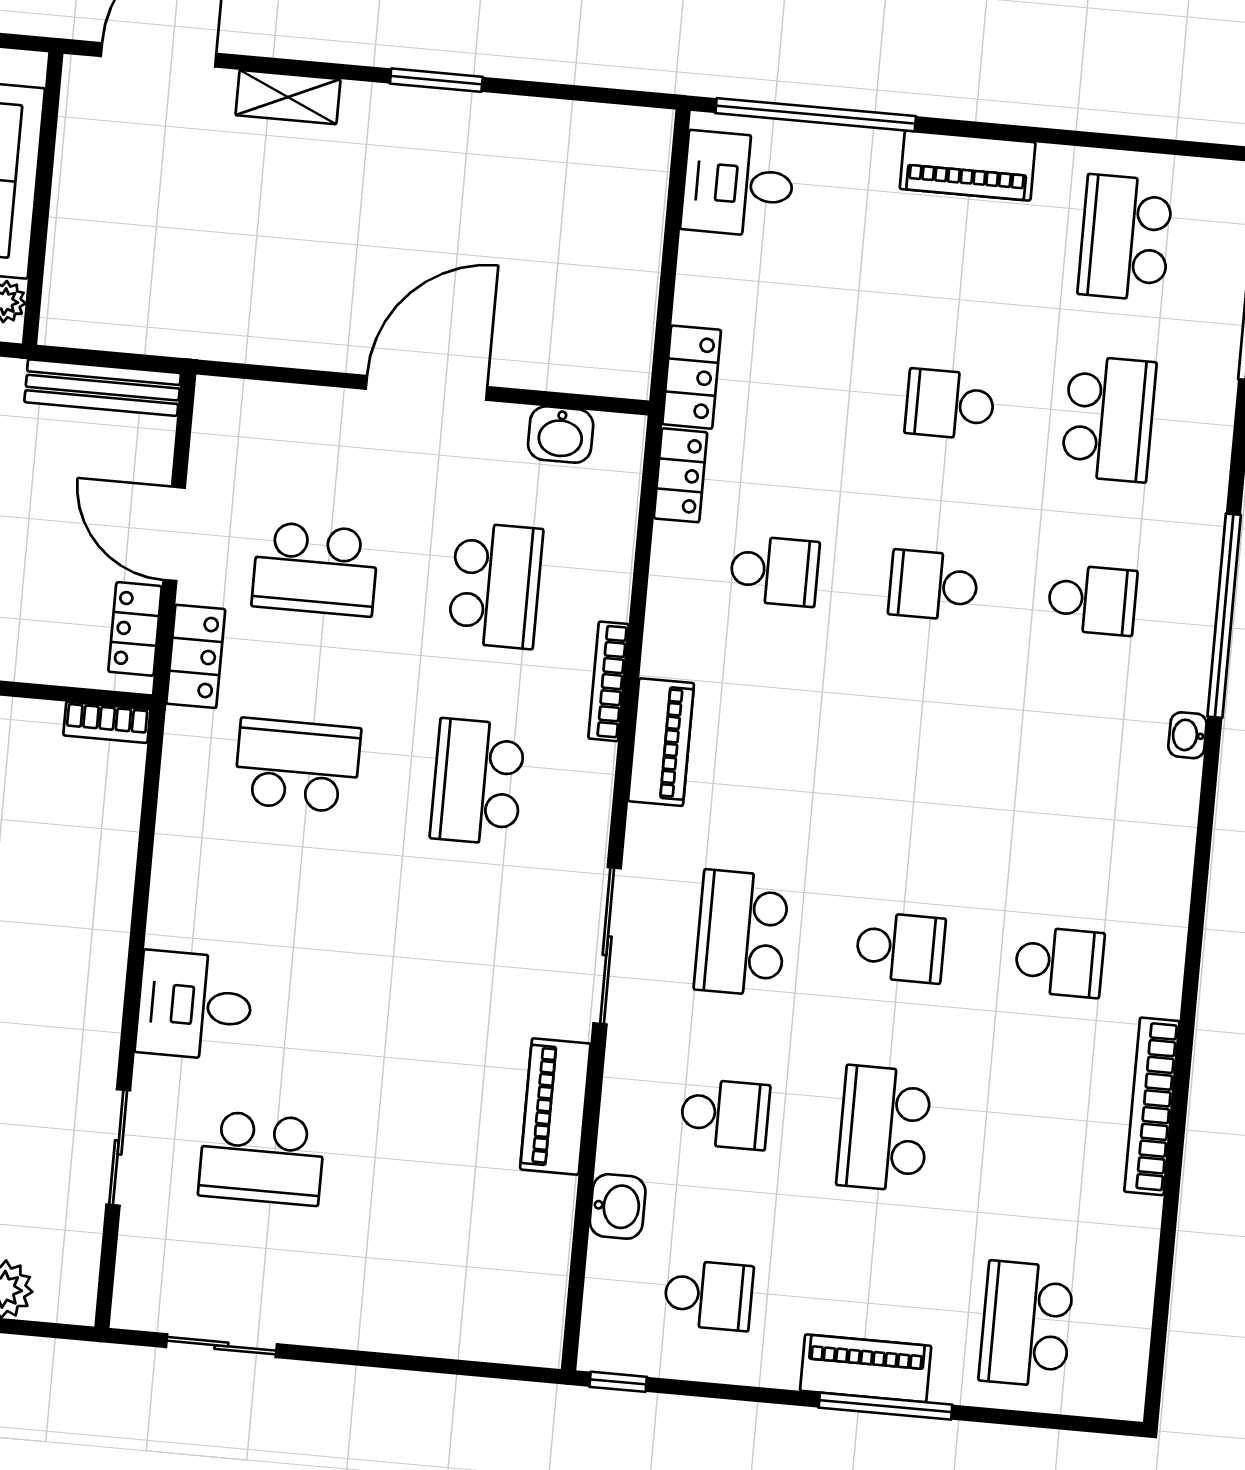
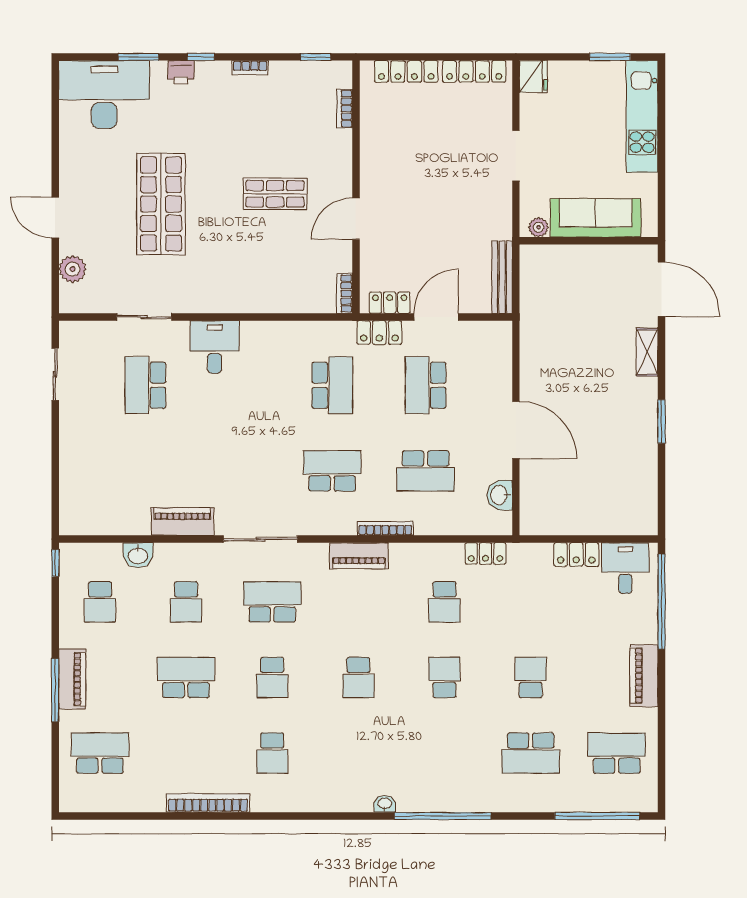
locker: (692, 377) -> (576, 555), moved
school desk: (1092, 600) -> (358, 677), moved

